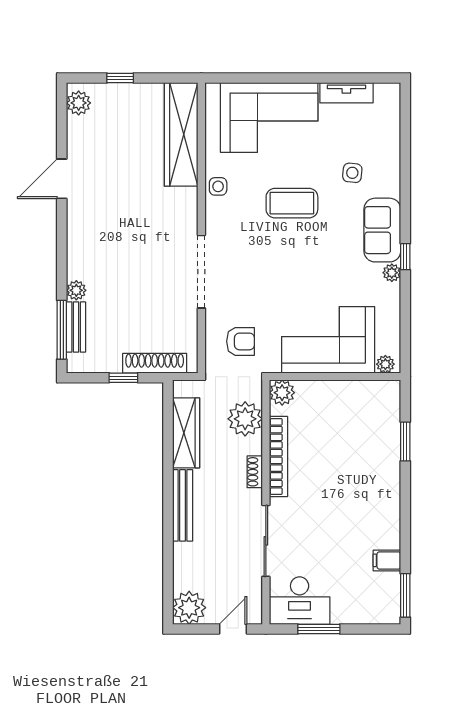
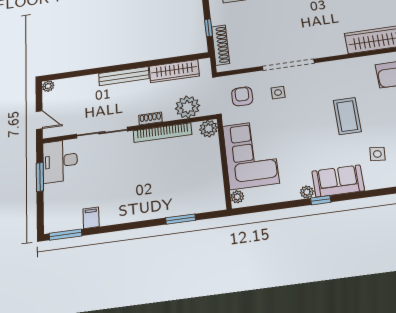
side table: (218, 186) -> (278, 93), moved
armchair: (241, 341) -> (242, 96), turned 180
plant: (189, 608) -> (48, 86), width x0.53, depth x0.53

